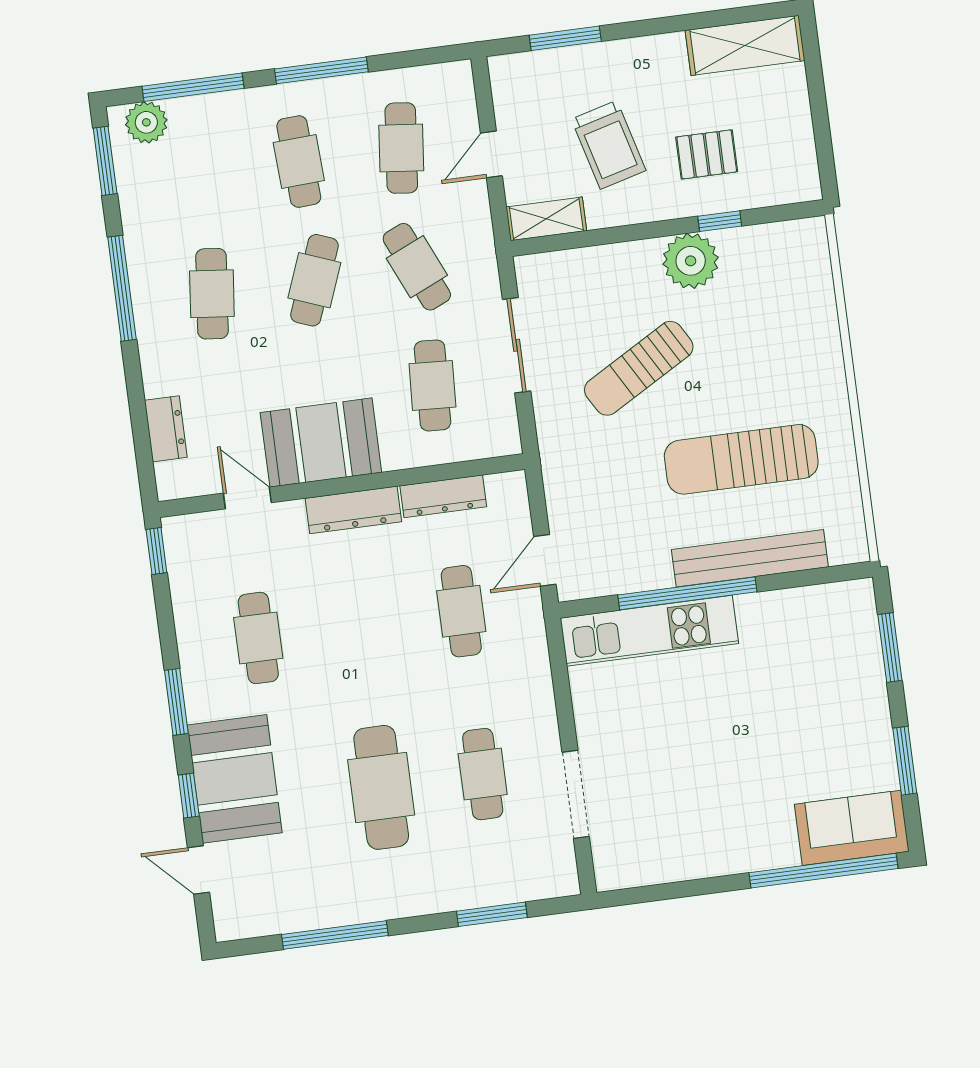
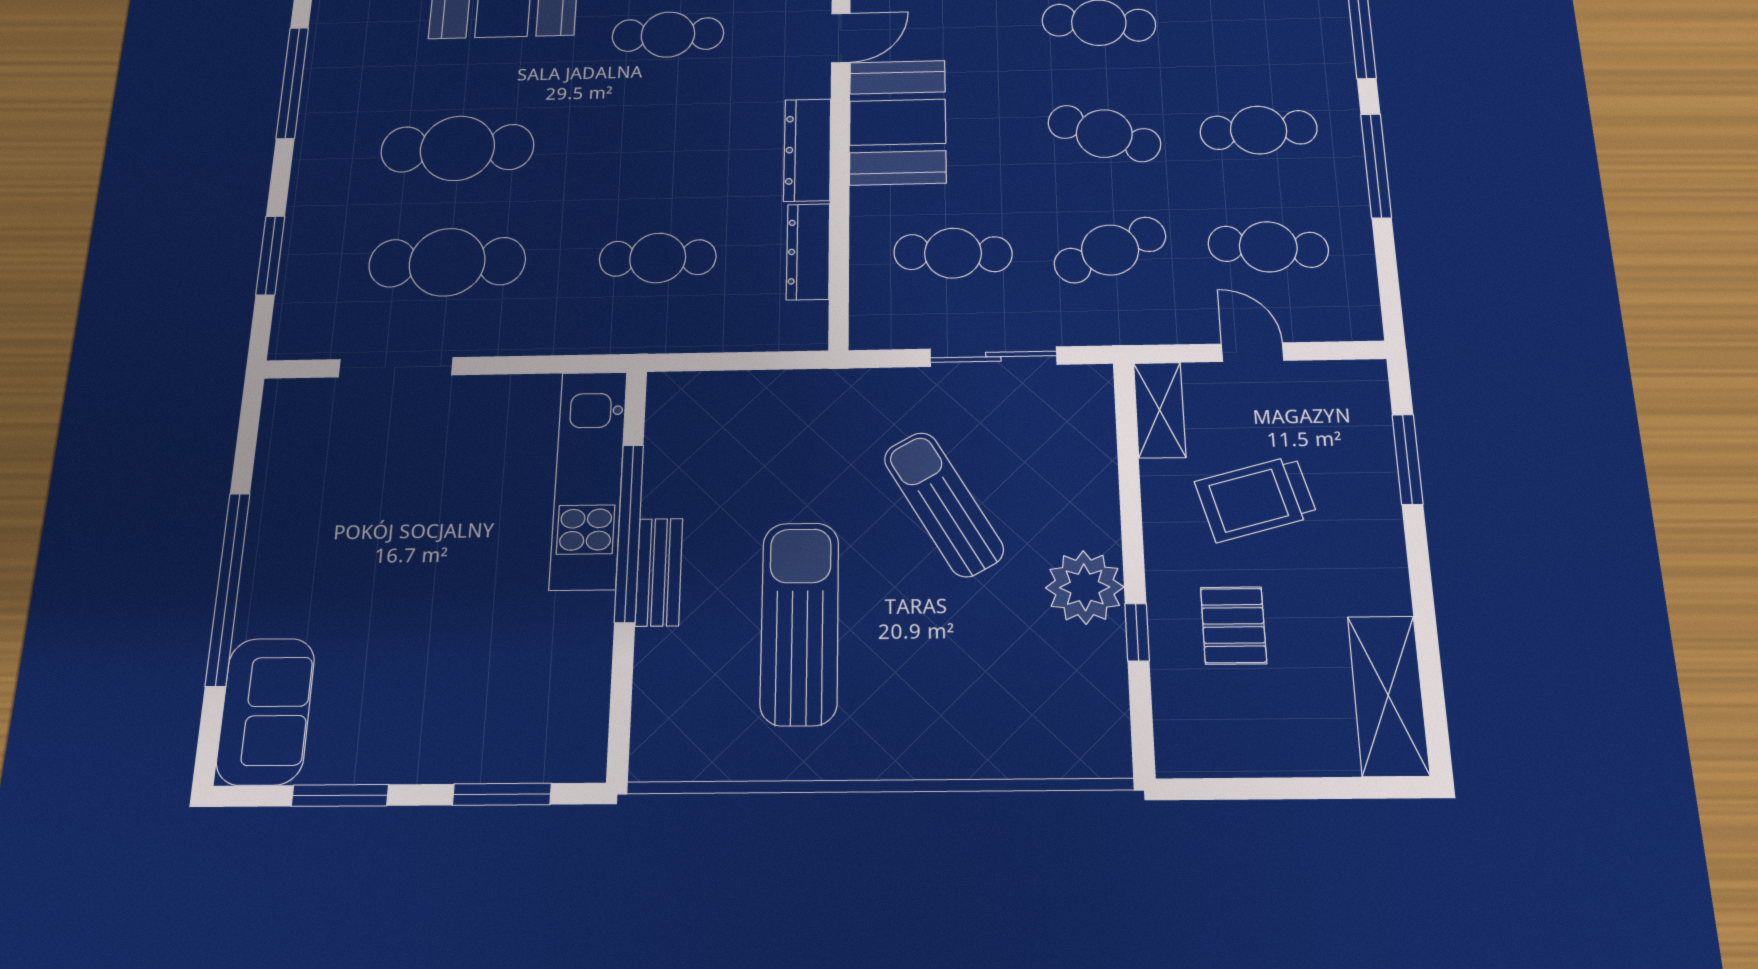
bench: (750, 558) -> (659, 572), width x0.54, depth x0.82
door: (545, 560) -> (705, 362), removed
cafe table: (483, 774) -> (447, 262), width x1.37, depth x1.35
window: (823, 871) -> (228, 588), moved

